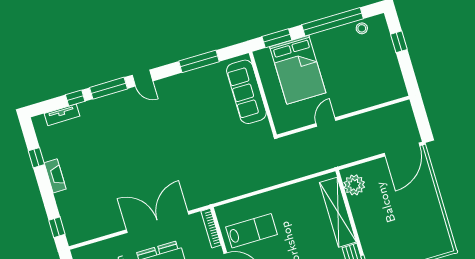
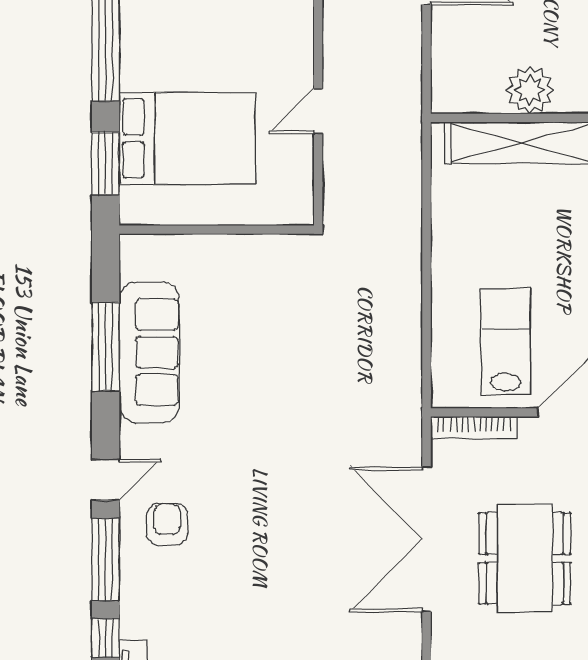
sofa: (246, 92) -> (149, 352), moved, turned -90
armchair: (131, 110) -> (167, 524), added
door: (326, 122) -> (318, 111), hinge flipped
plant: (354, 185) -> (530, 90), moved

